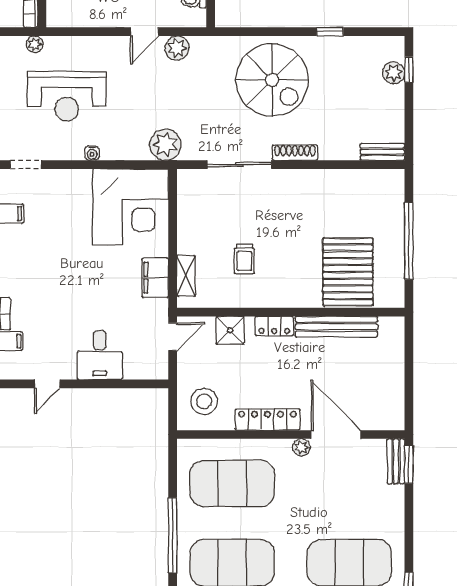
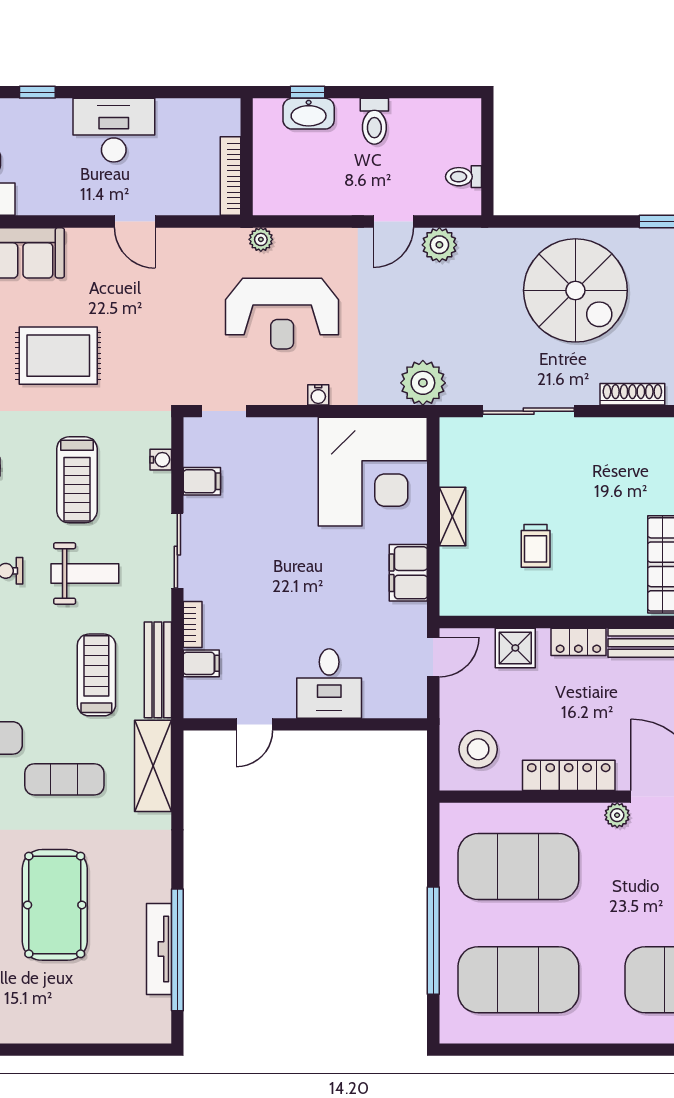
plant: (35, 44) -> (261, 239), moved
shoe rack: (295, 153) -> (632, 394), moved
shelving: (186, 276) -> (452, 517), moved

